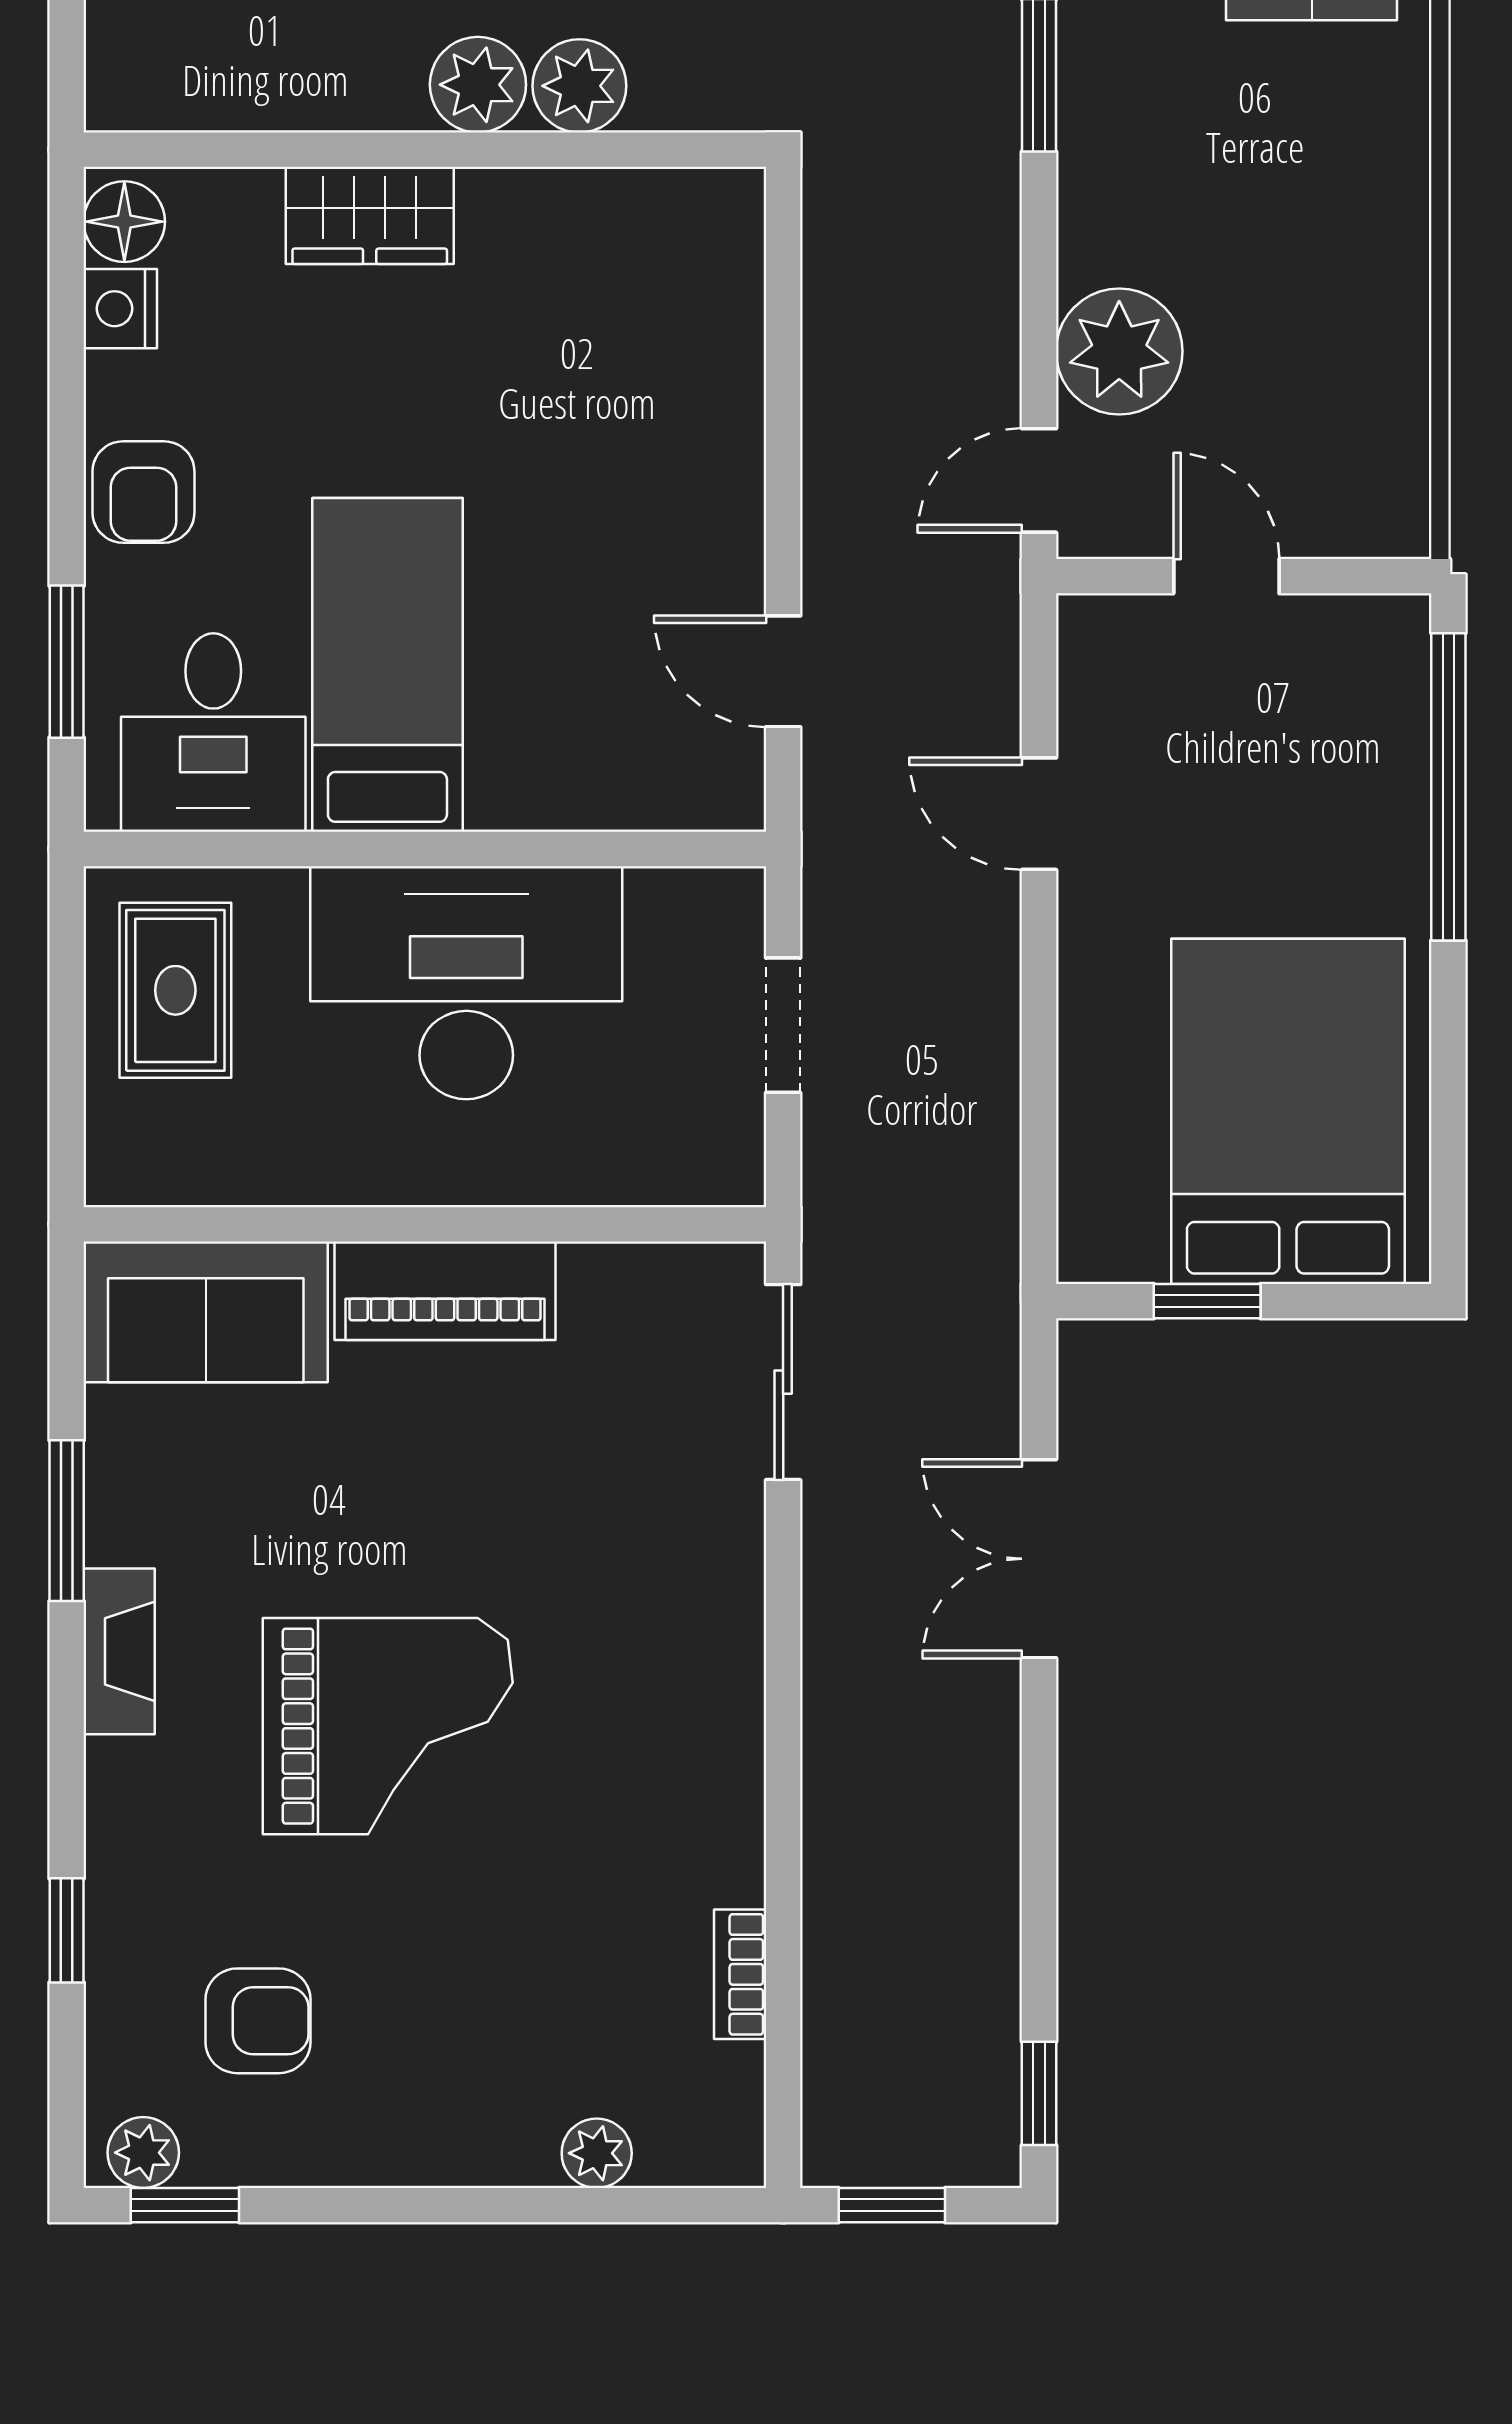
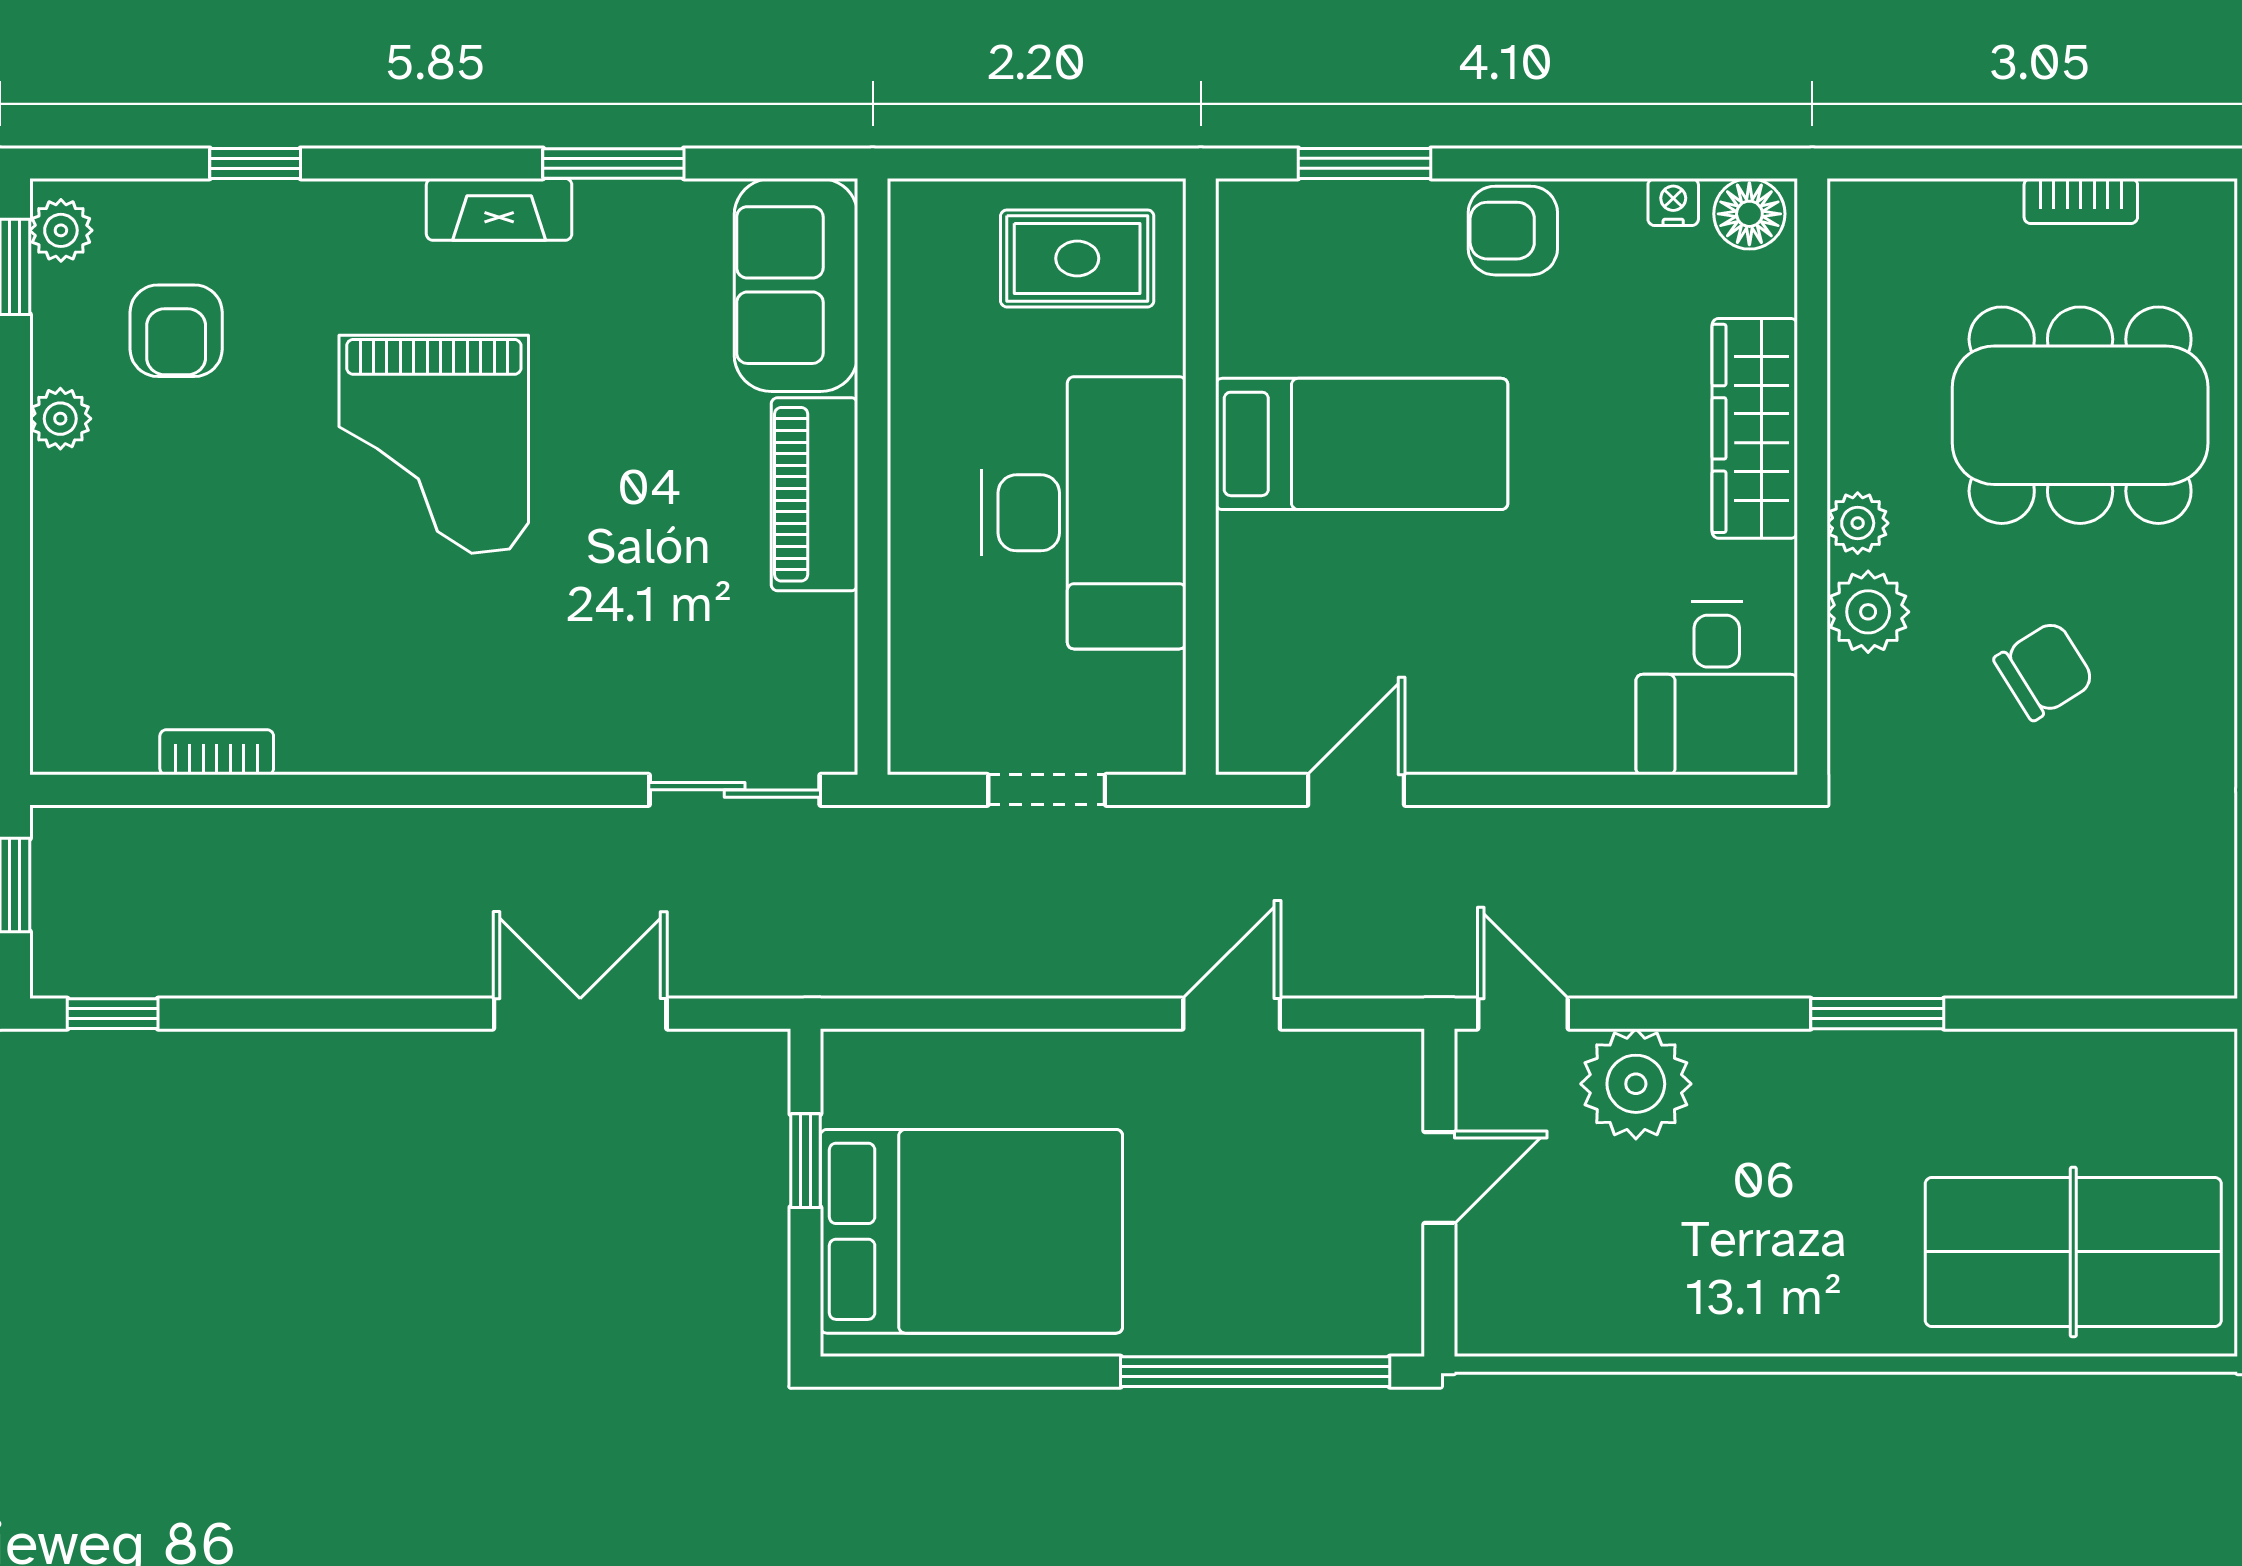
plant: (478, 85) -> (1858, 523), width x0.73, depth x0.73
wardrobe: (370, 215) -> (1755, 428), width x1.50
nightstand: (120, 309) -> (1673, 202), width x0.72, depth x0.74
desk: (213, 733) -> (1717, 688), moved, turned -90
plant: (597, 2153) -> (60, 419), moved

